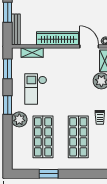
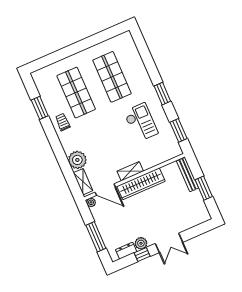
shelving: (32, 53) -> (130, 171), moved
plant: (19, 119) -> (144, 84), removed
window: (49, 174) -> (90, 42), removed

